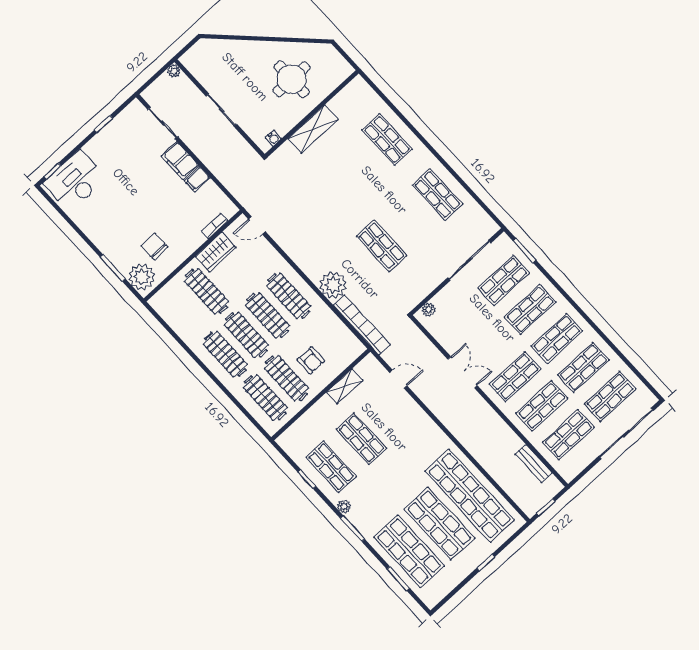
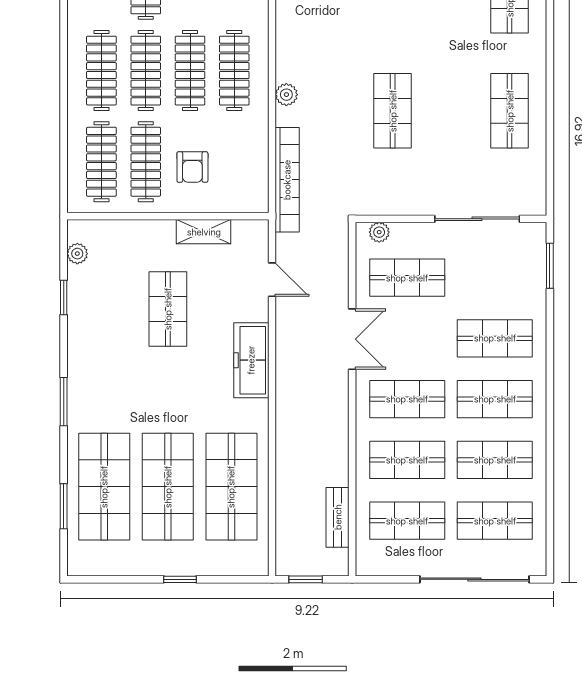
shop shelf: (504, 281) -> (407, 278), moved
plant: (333, 285) -> (286, 95), width x0.53, depth x0.53
freezer: (424, 427) -> (251, 360), added
shop shelf: (331, 467) -> (104, 309), removed
shop shelf: (470, 496) -> (231, 487), width x0.71
plant: (344, 506) -> (77, 254), moved

